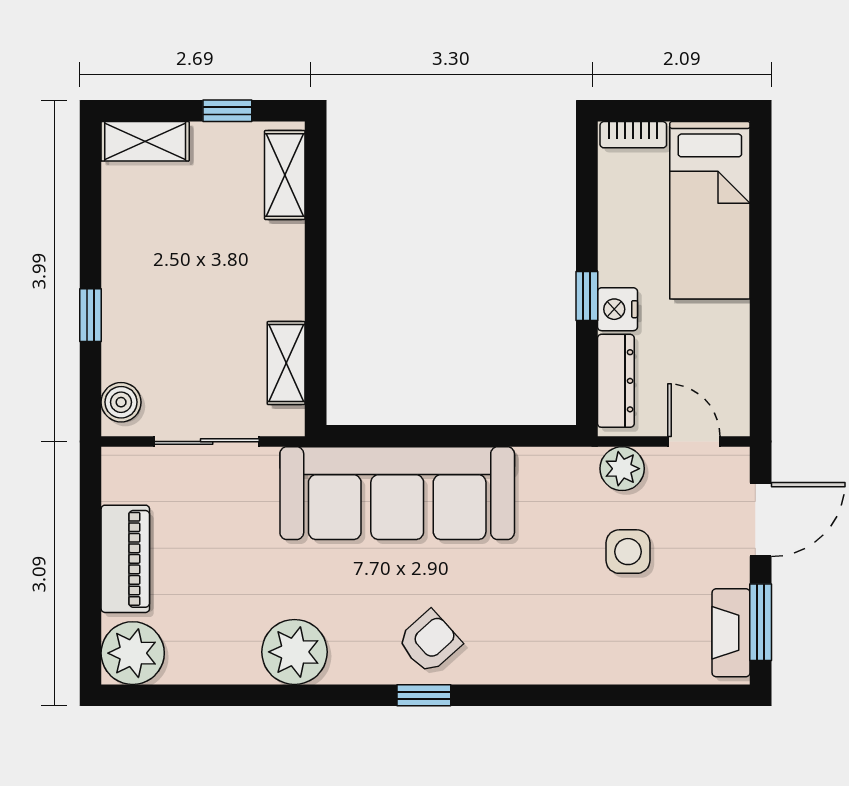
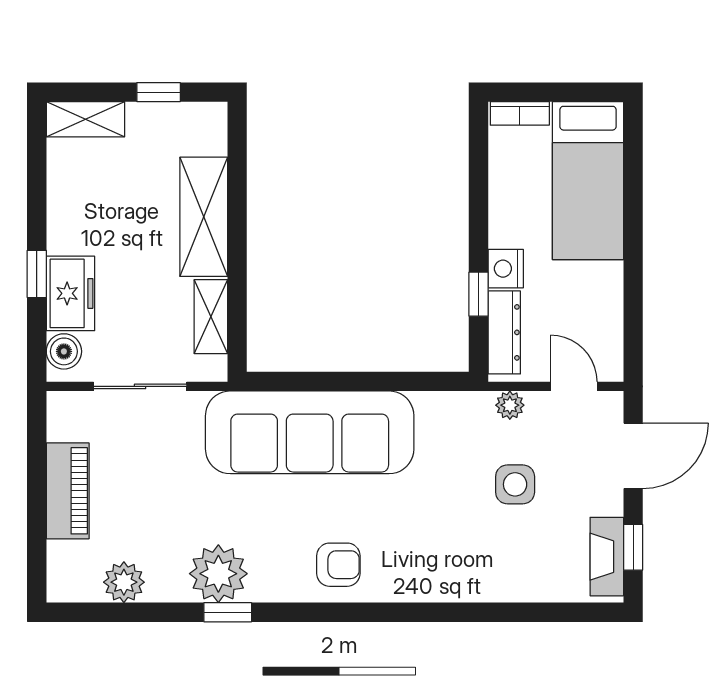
shelving: (285, 175) -> (204, 217), moved, width x1.50, depth x1.33
window: (587, 296) -> (478, 294), moved
freezer: (128, 337) -> (70, 293), added
plant: (622, 469) -> (510, 405), width x0.73, depth x0.73
window: (761, 622) -> (633, 547), width x0.67
armchair: (429, 642) -> (338, 565), turned 42
plant: (133, 653) -> (124, 582), moved, width x0.73, depth x0.73
window: (424, 695) -> (228, 612), moved

